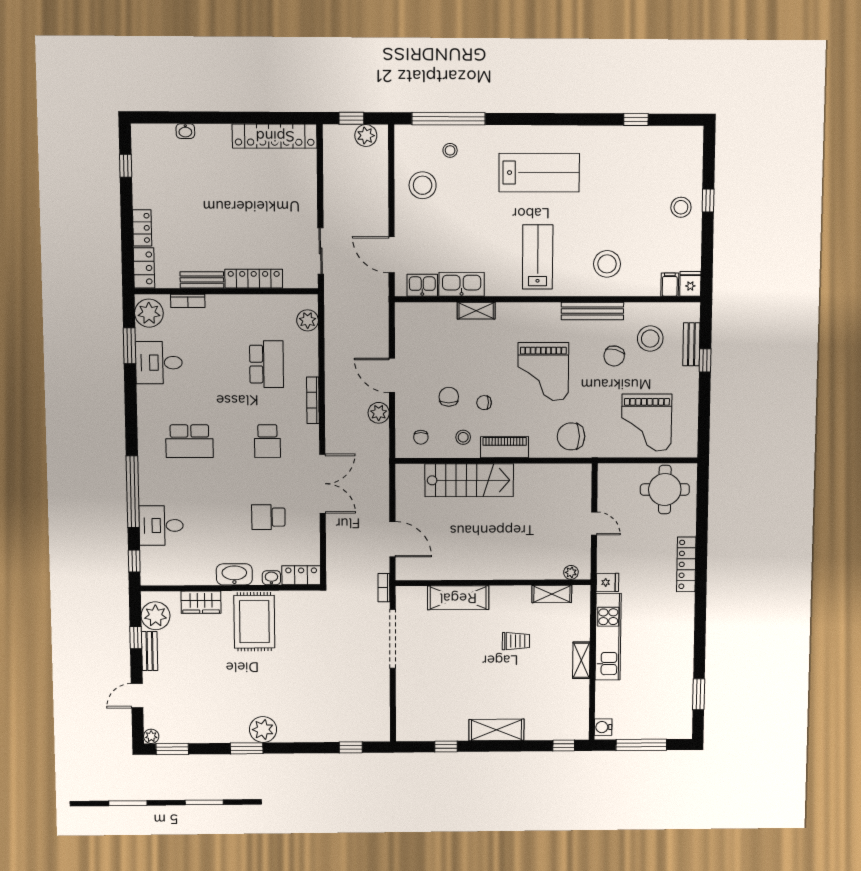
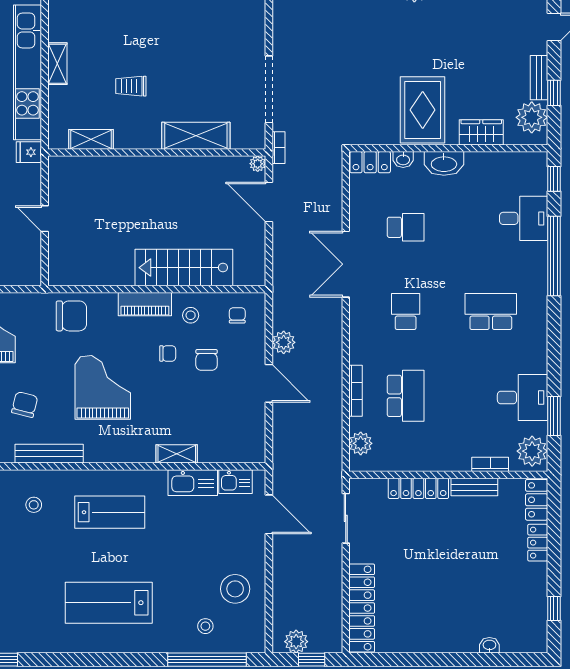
locker: (275, 136) -> (362, 608), moved, turned 90
lab bench: (538, 257) -> (110, 512), turned -90
stool: (607, 264) -> (34, 505), width x0.53, depth x0.53
school desk: (267, 364) -> (406, 396), turned 180
bookcase: (313, 400) -> (355, 391), moved
plant: (571, 572) -> (258, 164), moved
kitchen unit: (608, 637) -> (27, 72), width x1.36

